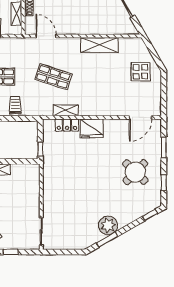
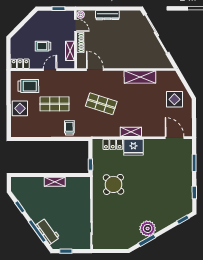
shelving: (66, 110) -> (131, 132), moved
door: (141, 117) -> (175, 138), swing flipped
round table: (135, 172) -> (114, 184), moved

